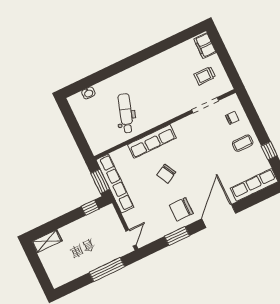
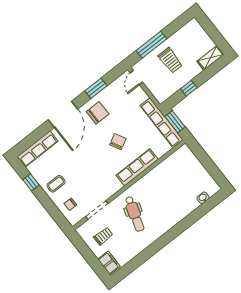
dental chair: (126, 113) -> (134, 214), moved
window: (90, 208) -> (189, 88), moved
trolley: (91, 248) -> (170, 60), added

